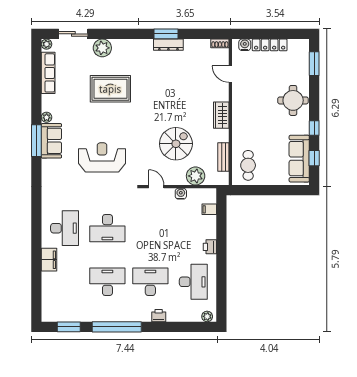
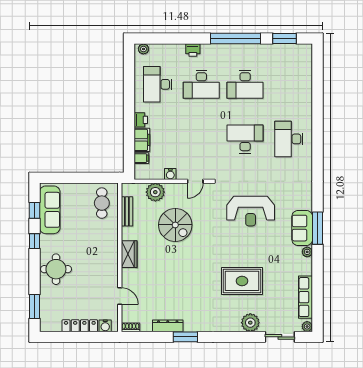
dresser: (168, 45) -> (168, 326), moved
spiral stairs: (176, 144) -> (175, 225), turned -90
door: (156, 187) -> (195, 181), hinge flipped
filing cabinet: (49, 260) -> (142, 140), moved, turned 180

